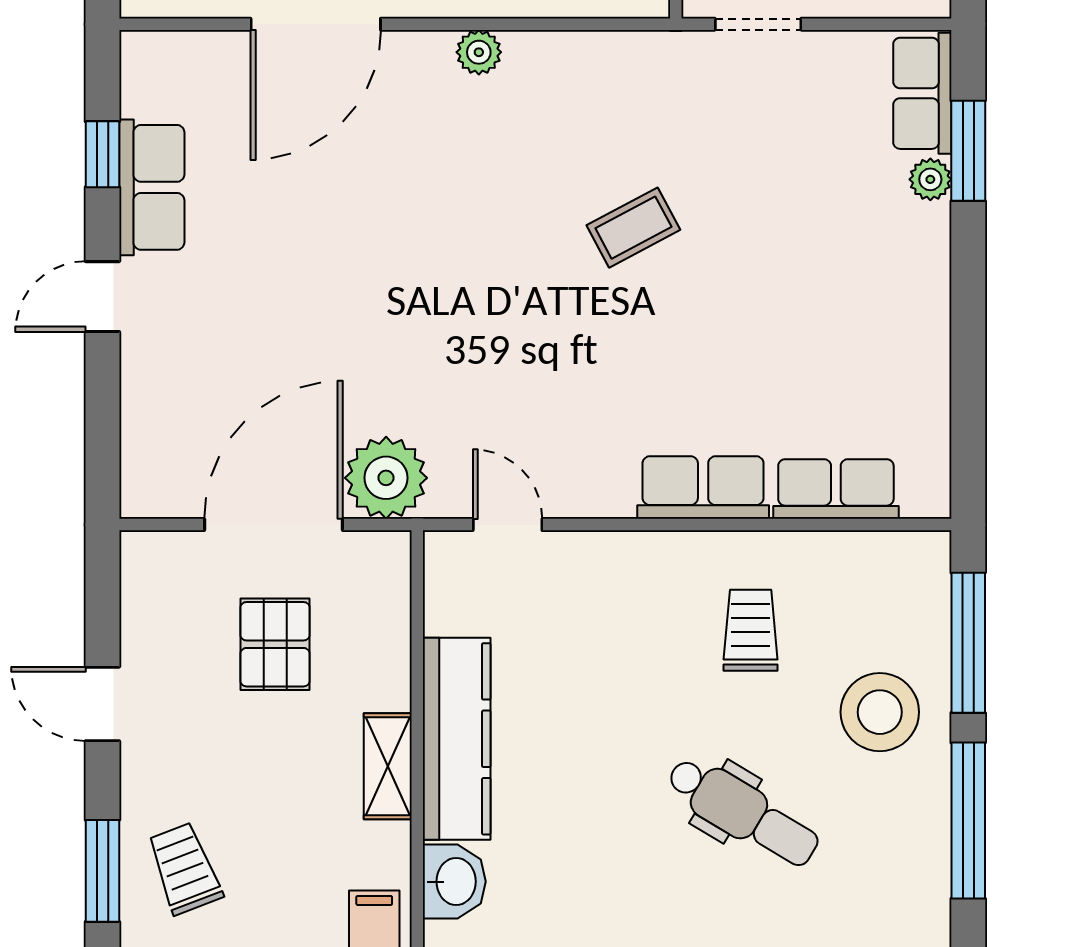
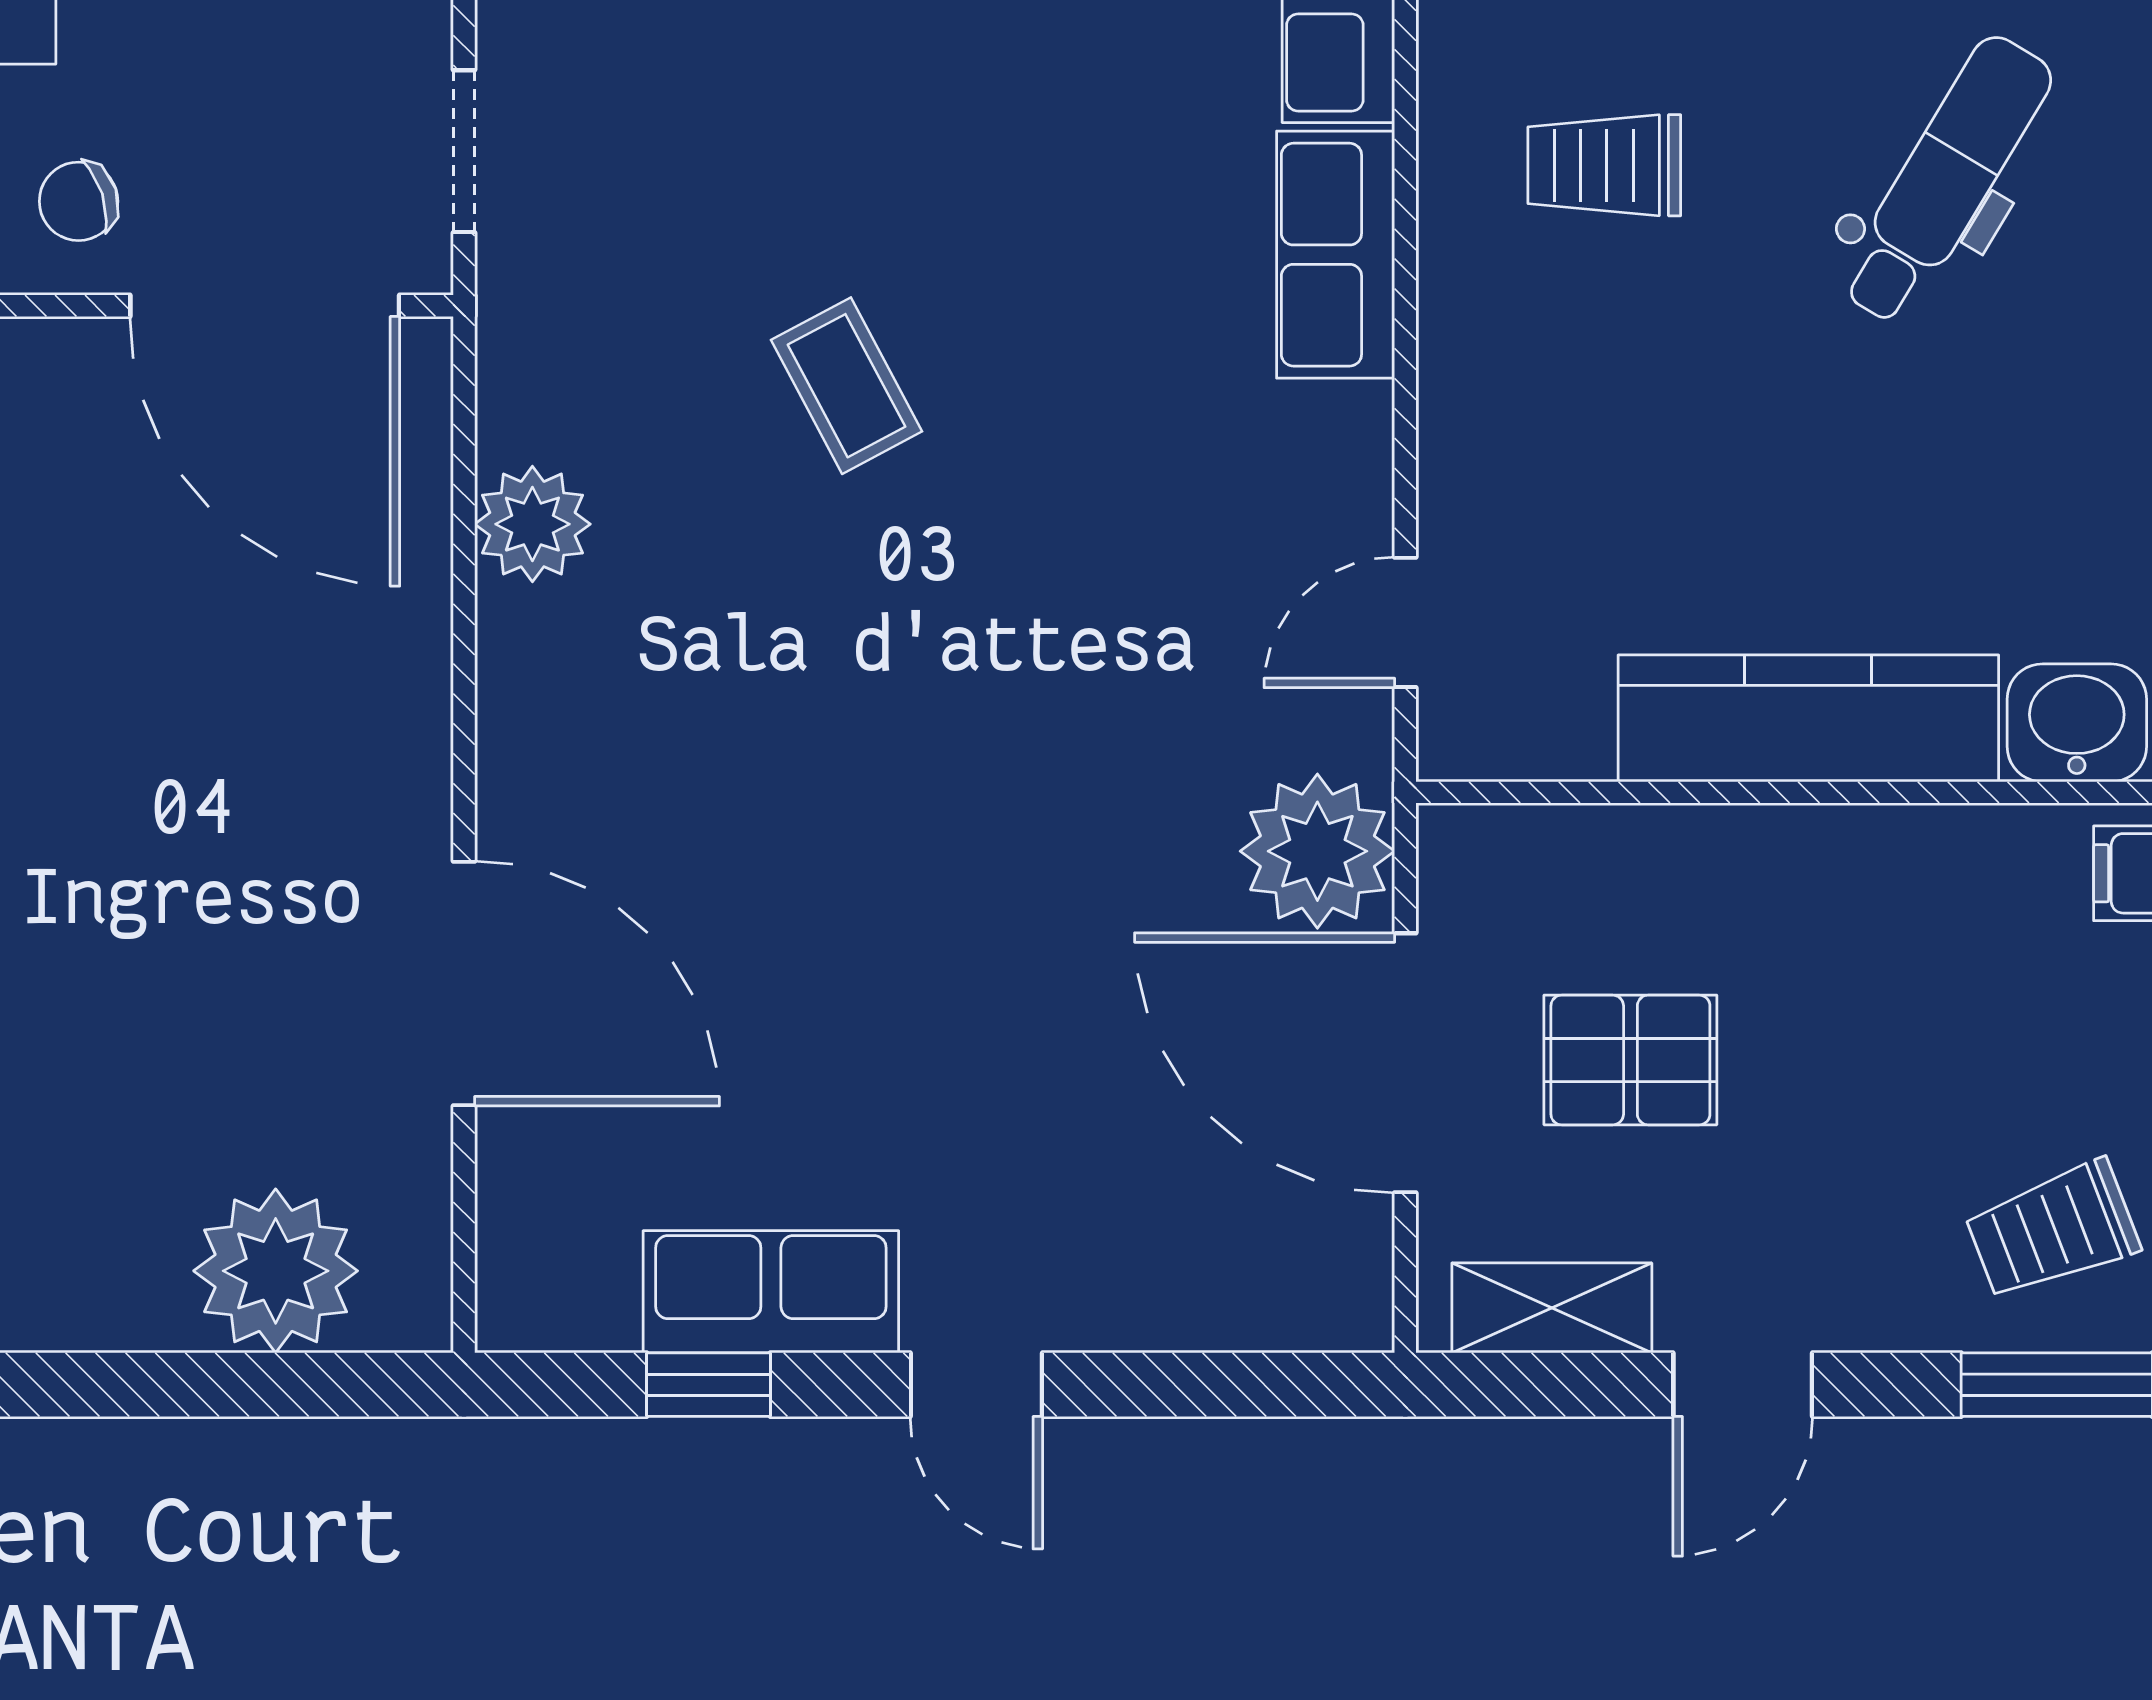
plant: (479, 52) -> (532, 524), moved, width x1.38, depth x1.38
shelving: (388, 766) -> (1552, 1308), moved

